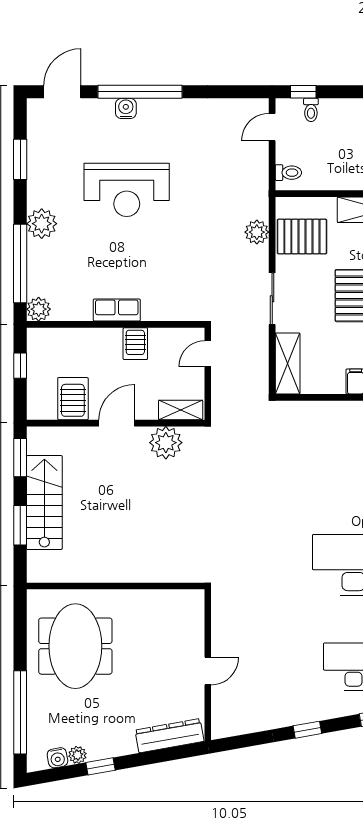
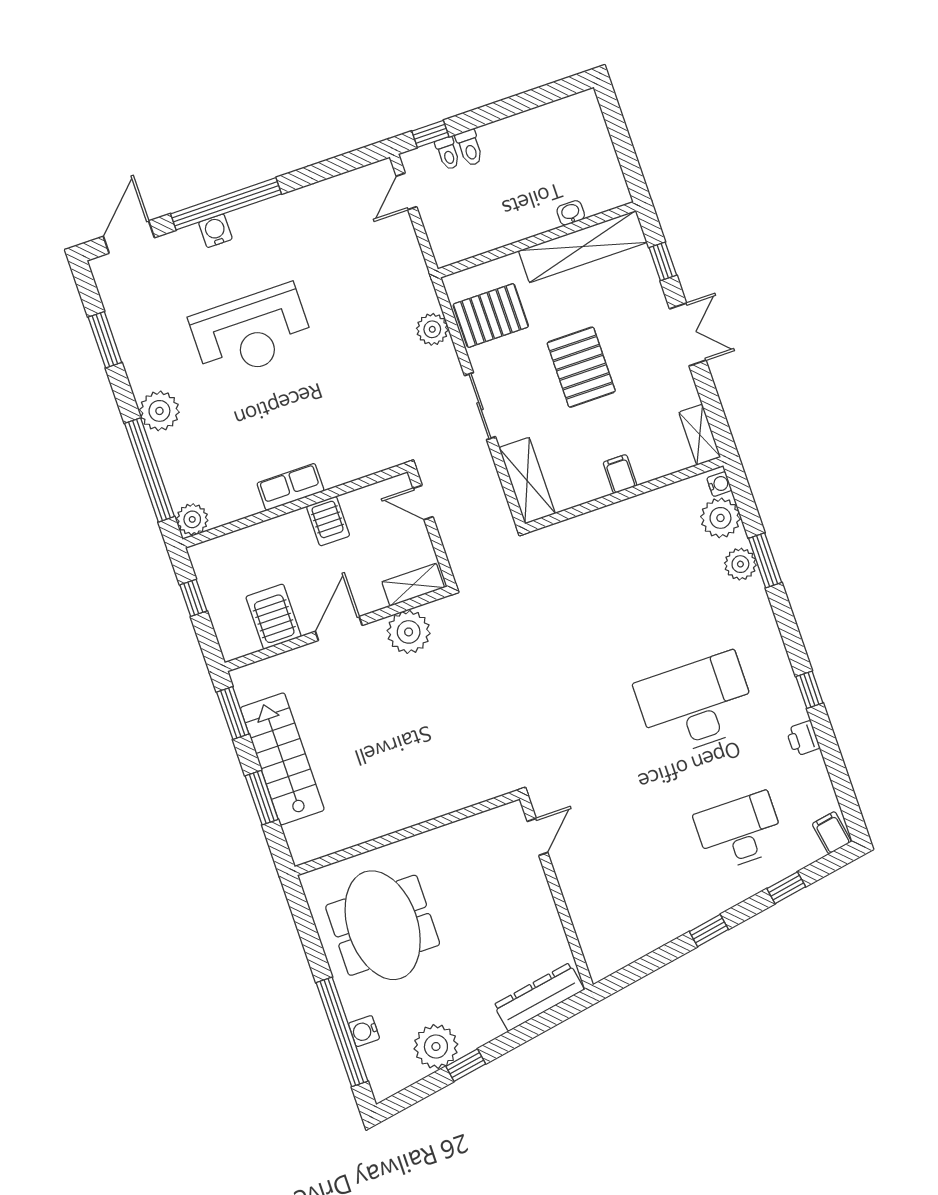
toilet: (288, 173) -> (470, 148), moved, turned 90
door: (208, 354) -> (423, 503), hinge flipped
door: (208, 671) -> (537, 837), moved
plant: (77, 755) -> (436, 1046), width x1.87, depth x1.87
water cooler: (57, 758) -> (364, 1031), moved, turned 100

